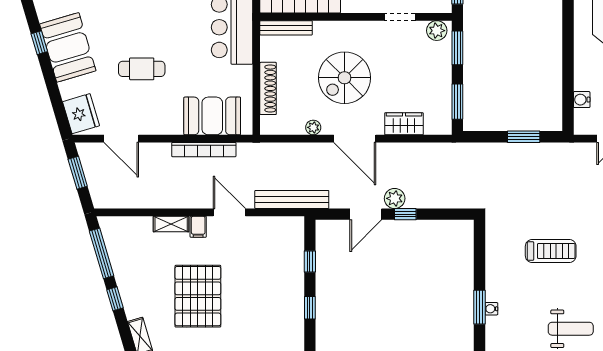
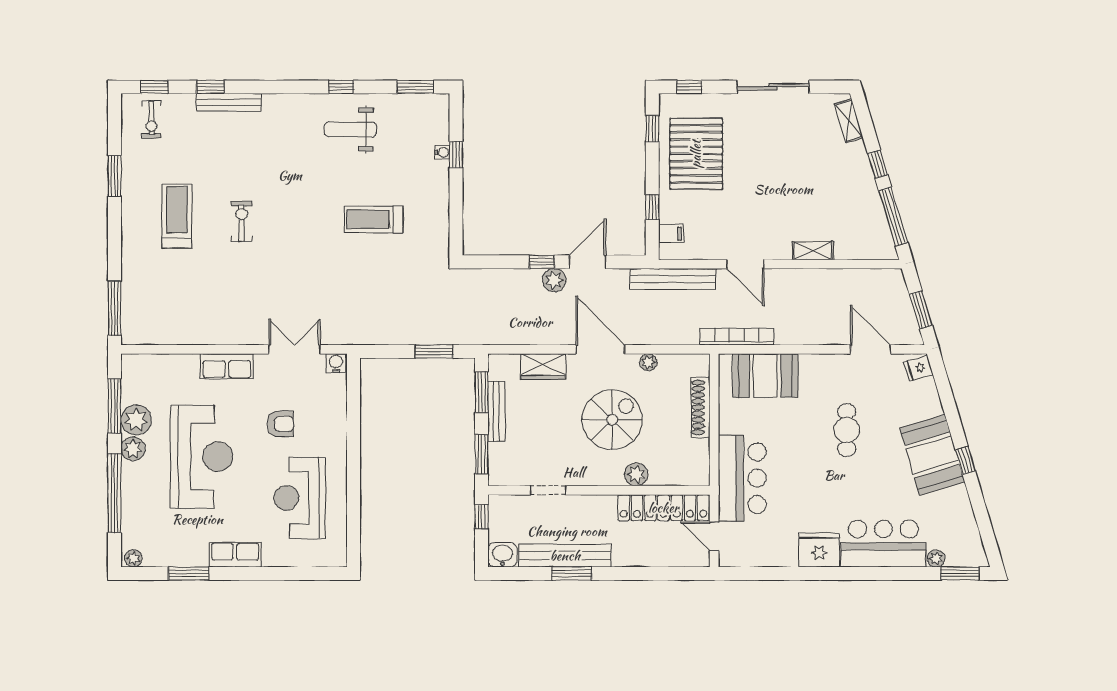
bench: (286, 28) -> (496, 412), moved, turned 90
plant: (437, 31) -> (636, 474), moved
cafe table: (142, 69) -> (847, 430), turned 90
water cooler: (582, 100) -> (336, 363), moved, turned -90
fridge: (81, 114) -> (918, 368), width x0.53, depth x0.75
window: (524, 137) -> (434, 352), moved
bookcase: (204, 150) -> (737, 337), moved
filing cabinet: (198, 227) -> (671, 234), moved, turned 90
pallet: (198, 296) -> (696, 154), moved
window: (479, 307) -> (456, 154), width x0.67
window: (310, 308) -> (652, 129), moved

